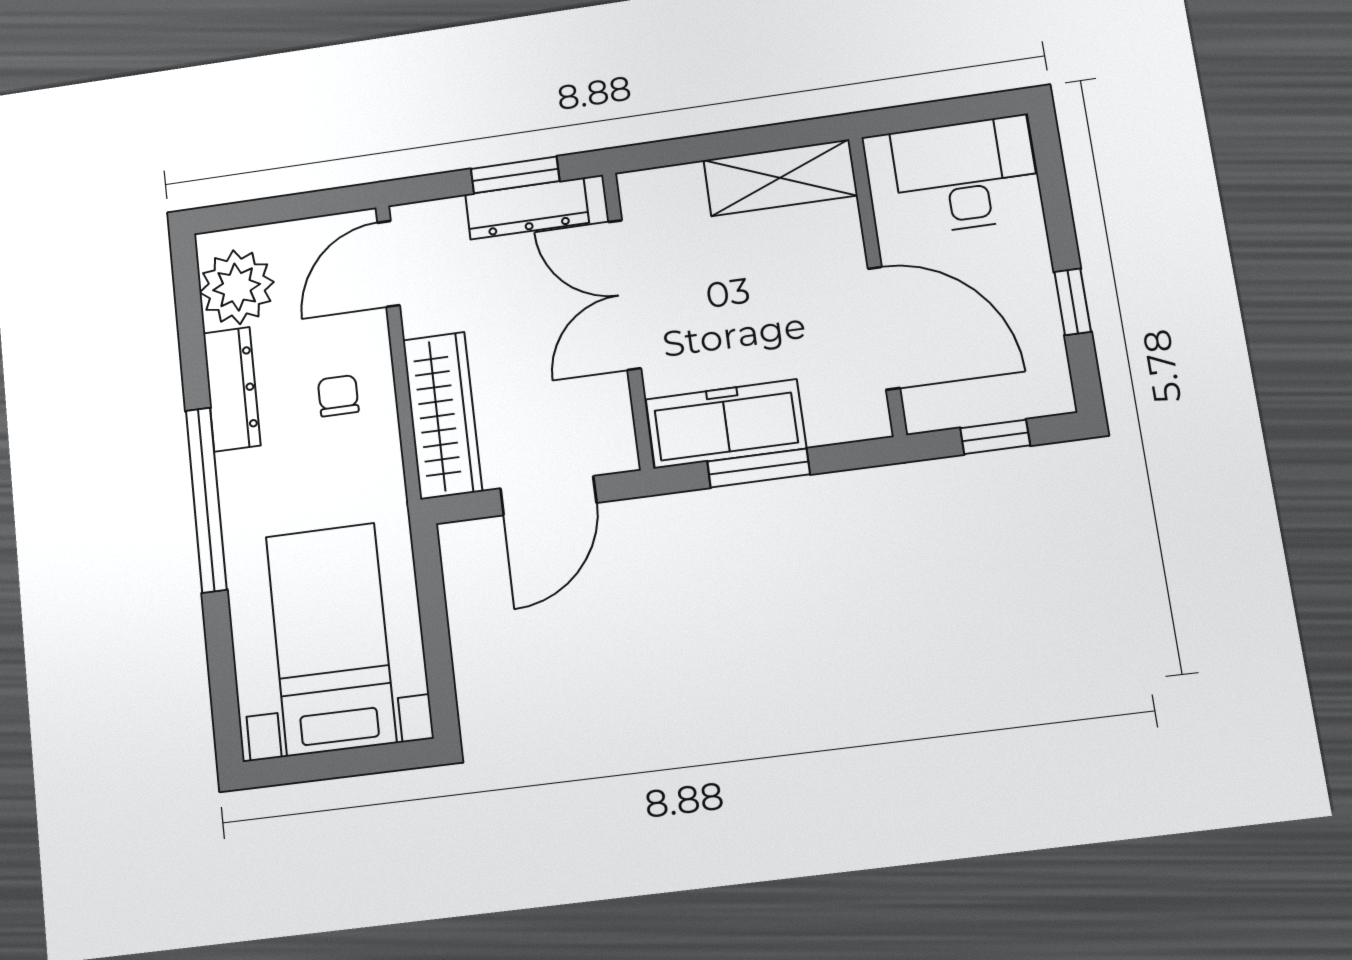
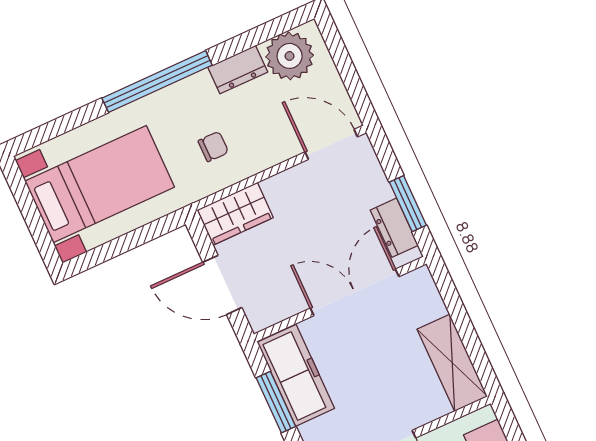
dresser: (527, 209) -> (394, 228), width x0.70
dresser: (232, 389) -> (238, 70), width x0.70
chair: (338, 396) -> (213, 147), moved
wardrobe: (442, 415) -> (235, 214), width x0.67

